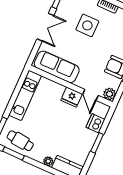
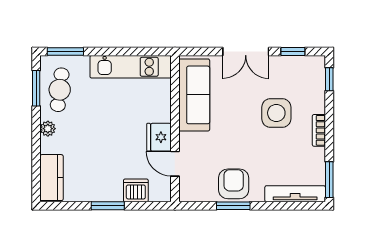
plant: (110, 94) -> (189, 192), removed
door: (90, 95) -> (175, 164), hinge flipped
plant: (48, 161) -> (48, 129), moved

